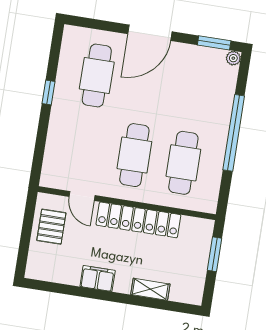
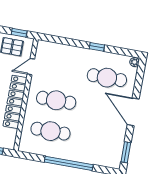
plant: (233, 58) -> (134, 62), moved
window: (29, 216) -> (19, 33), added

